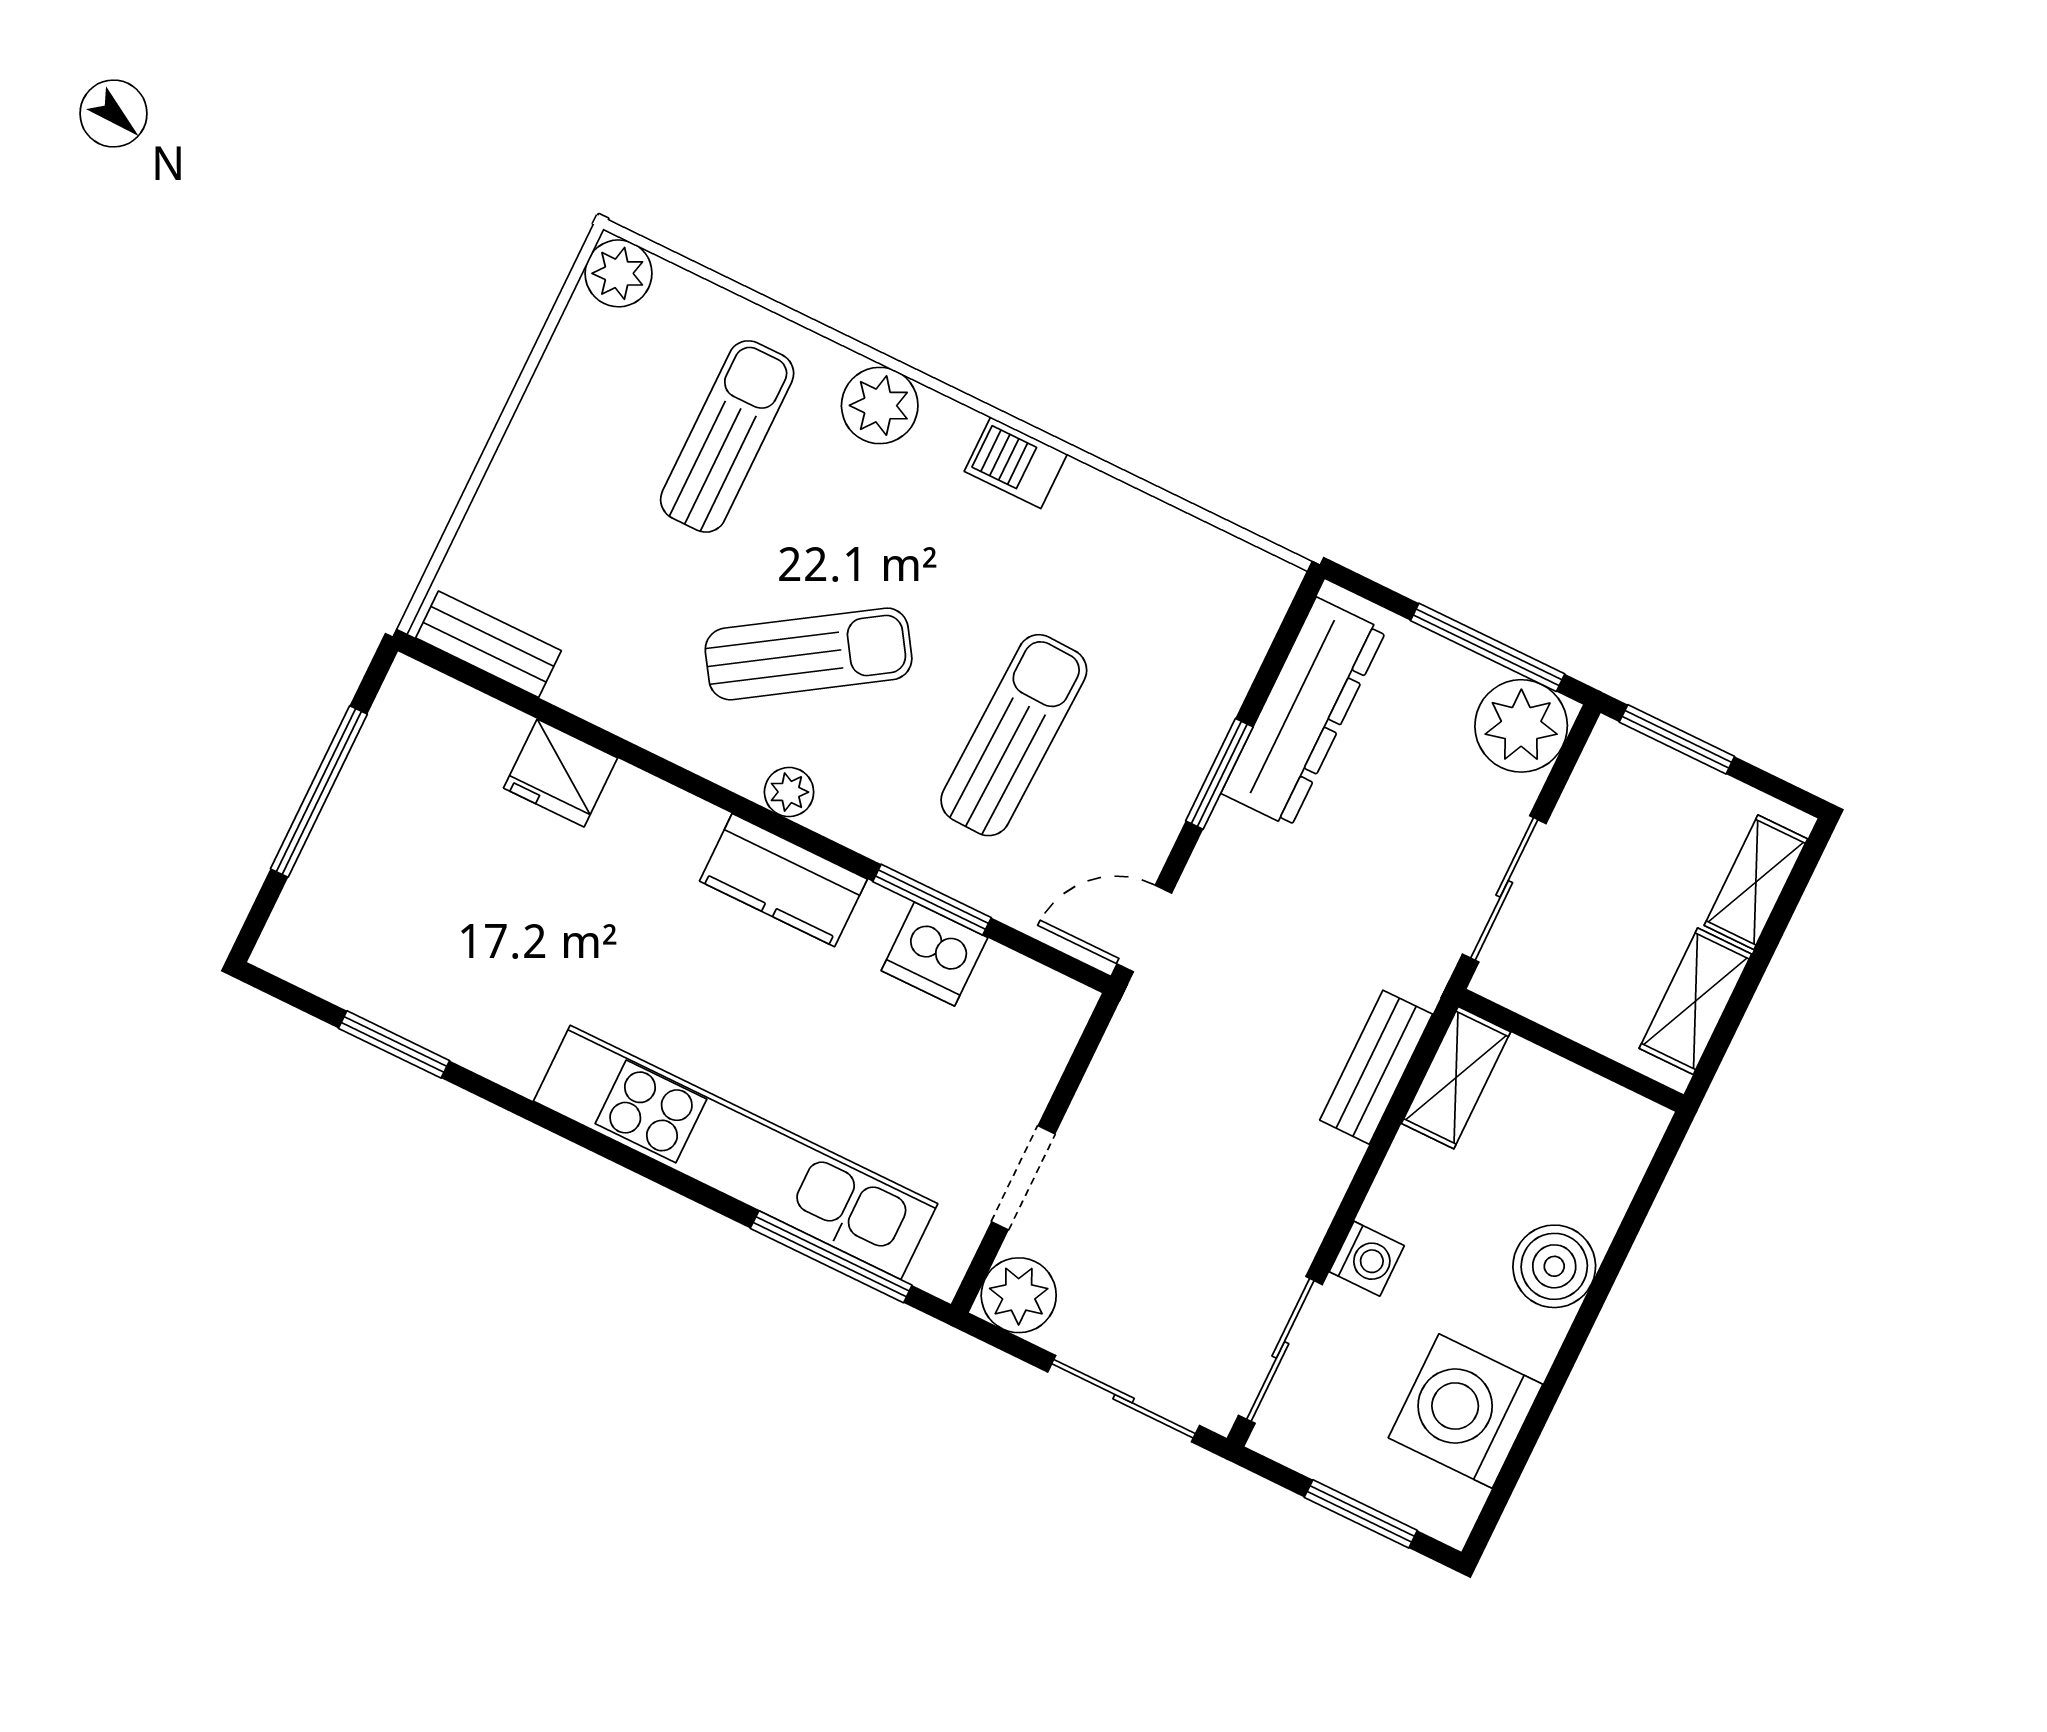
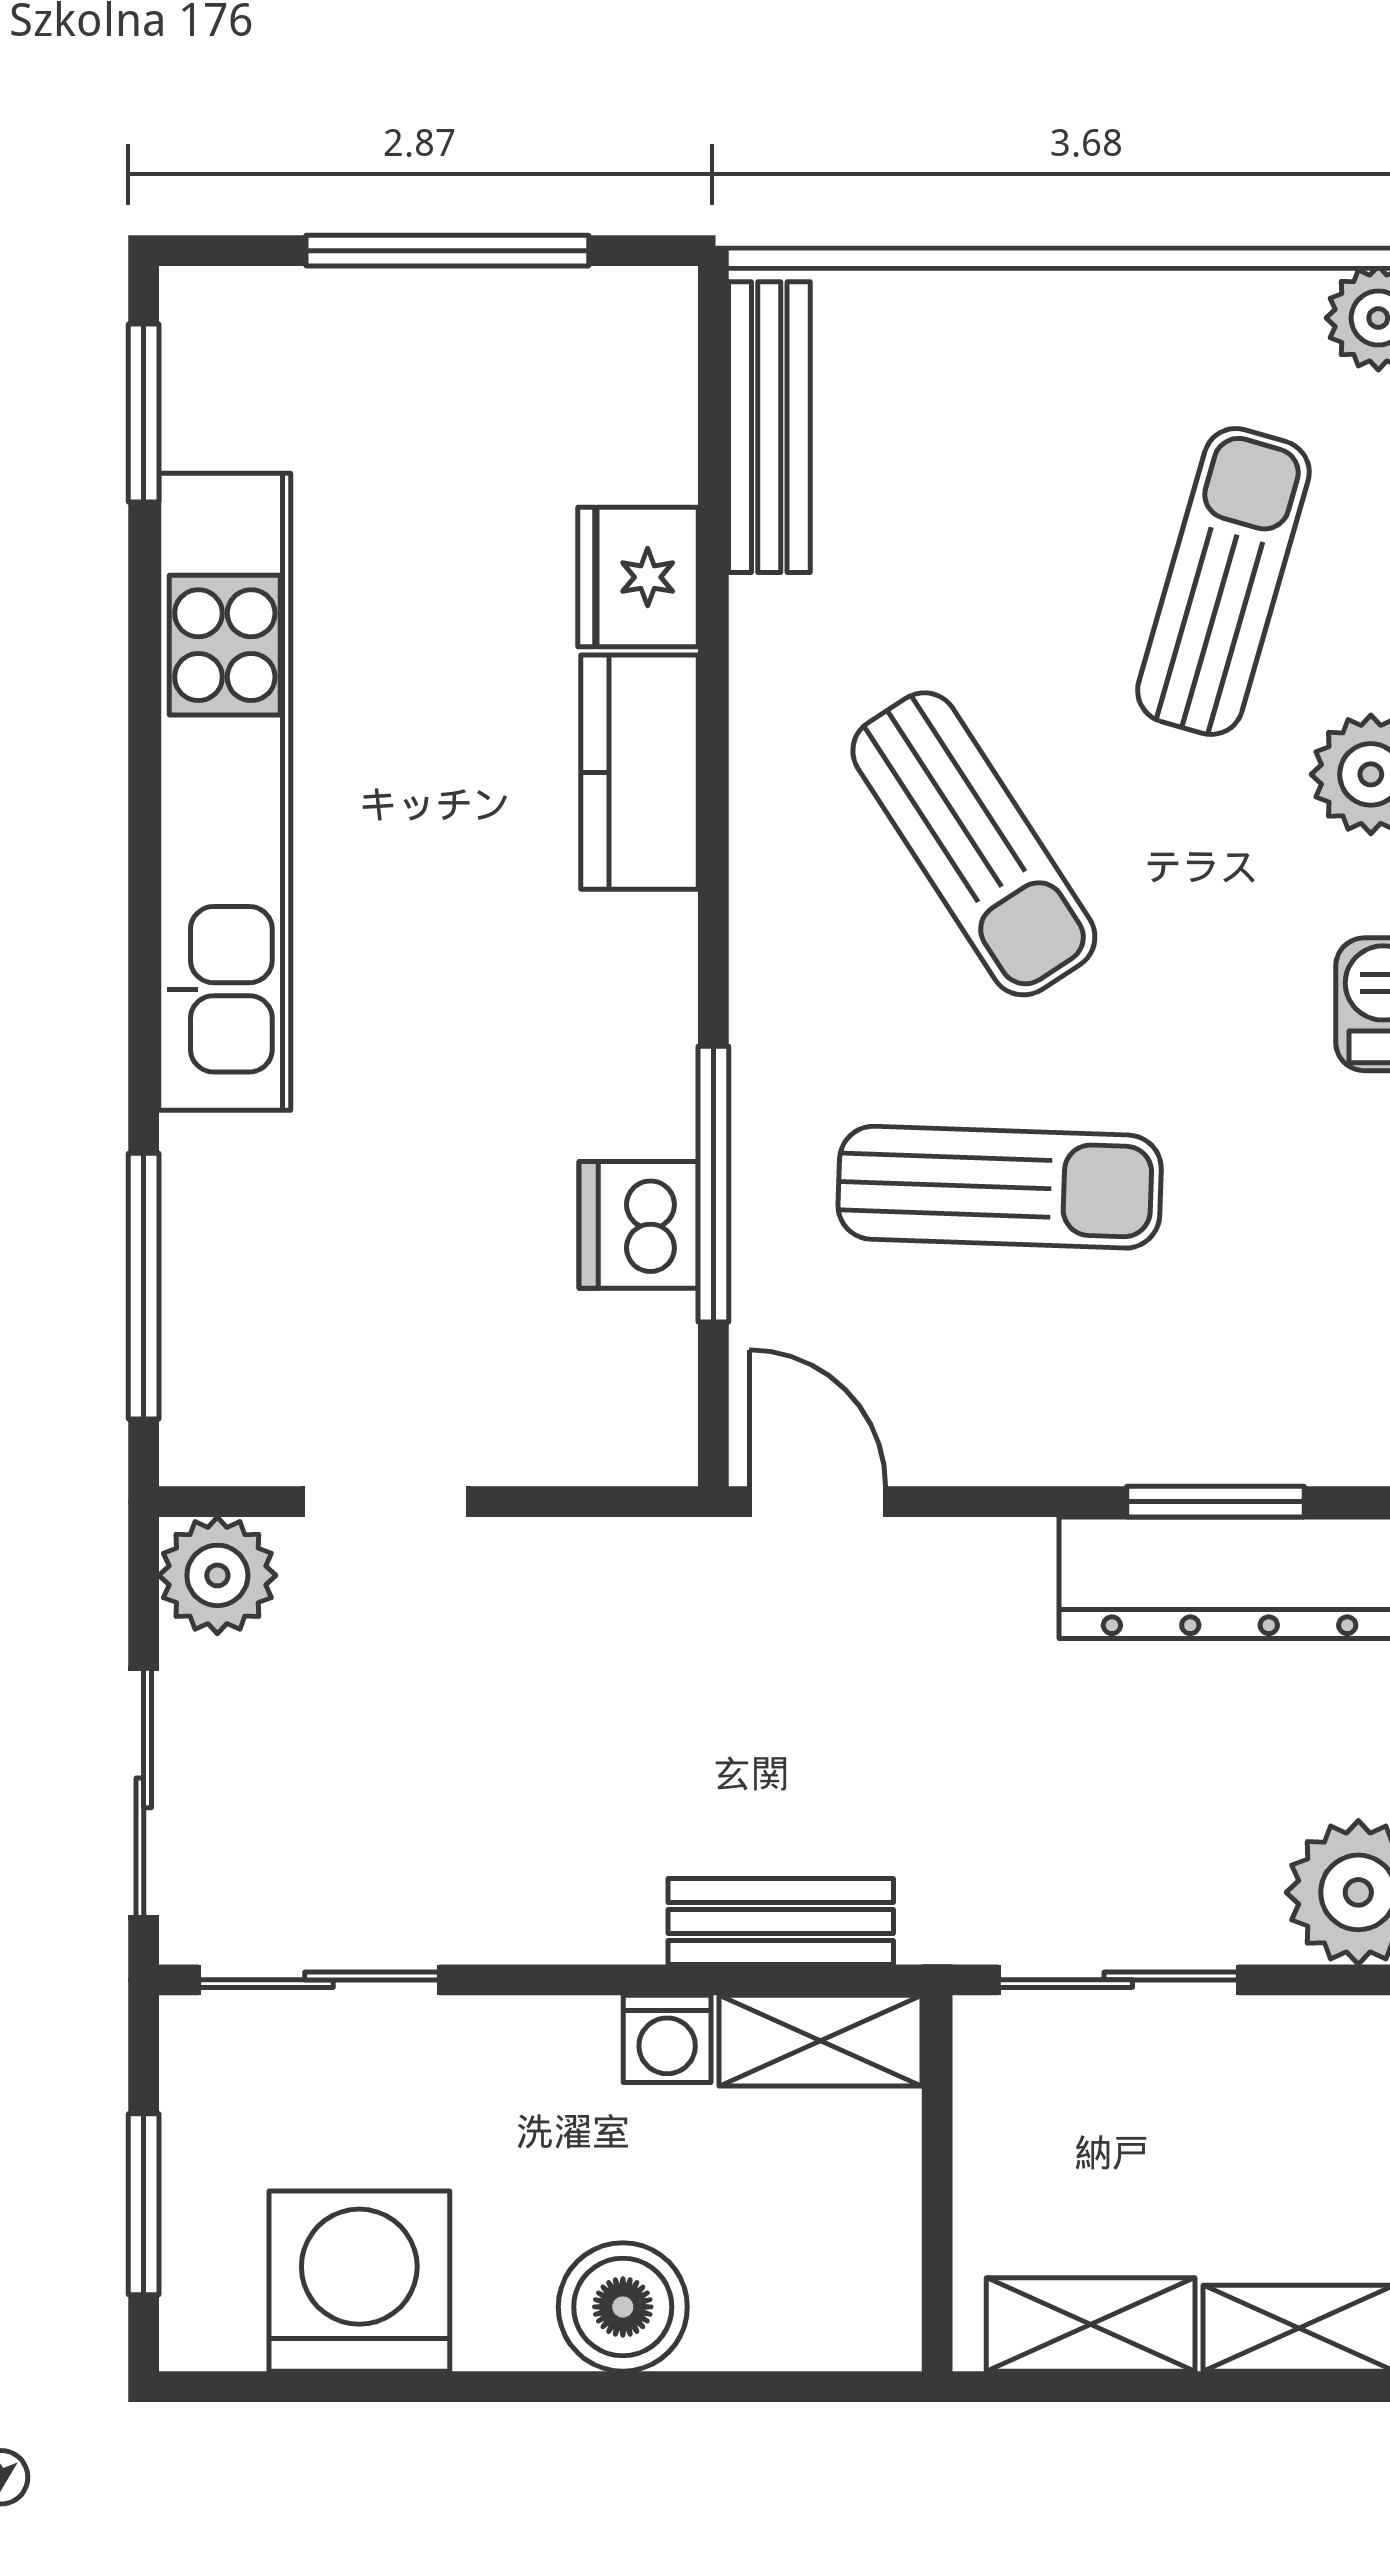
sun lounger: (727, 436) -> (1223, 581), turned -74
bench: (489, 644) -> (769, 427), width x1.36
window: (1219, 774) -> (1216, 1502), moved
plant: (789, 792) -> (767, 910), removed
kitchen counter: (783, 880) -> (639, 772), moved
window: (932, 900) -> (713, 1184), width x1.44
window: (394, 1044) -> (144, 413), moved
kitchen unit: (736, 1152) -> (225, 792), moved
washing machine: (1367, 1259) -> (667, 2039), moved

